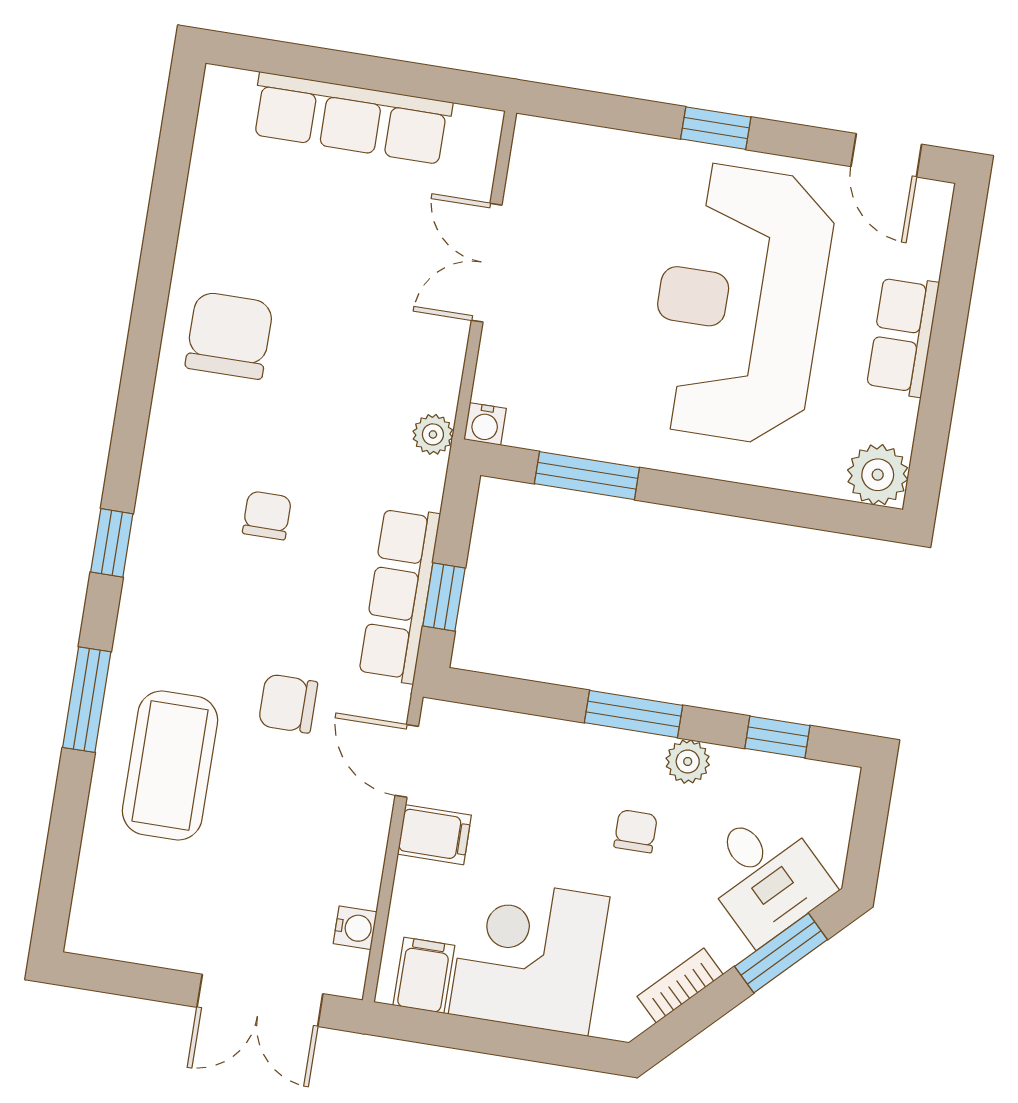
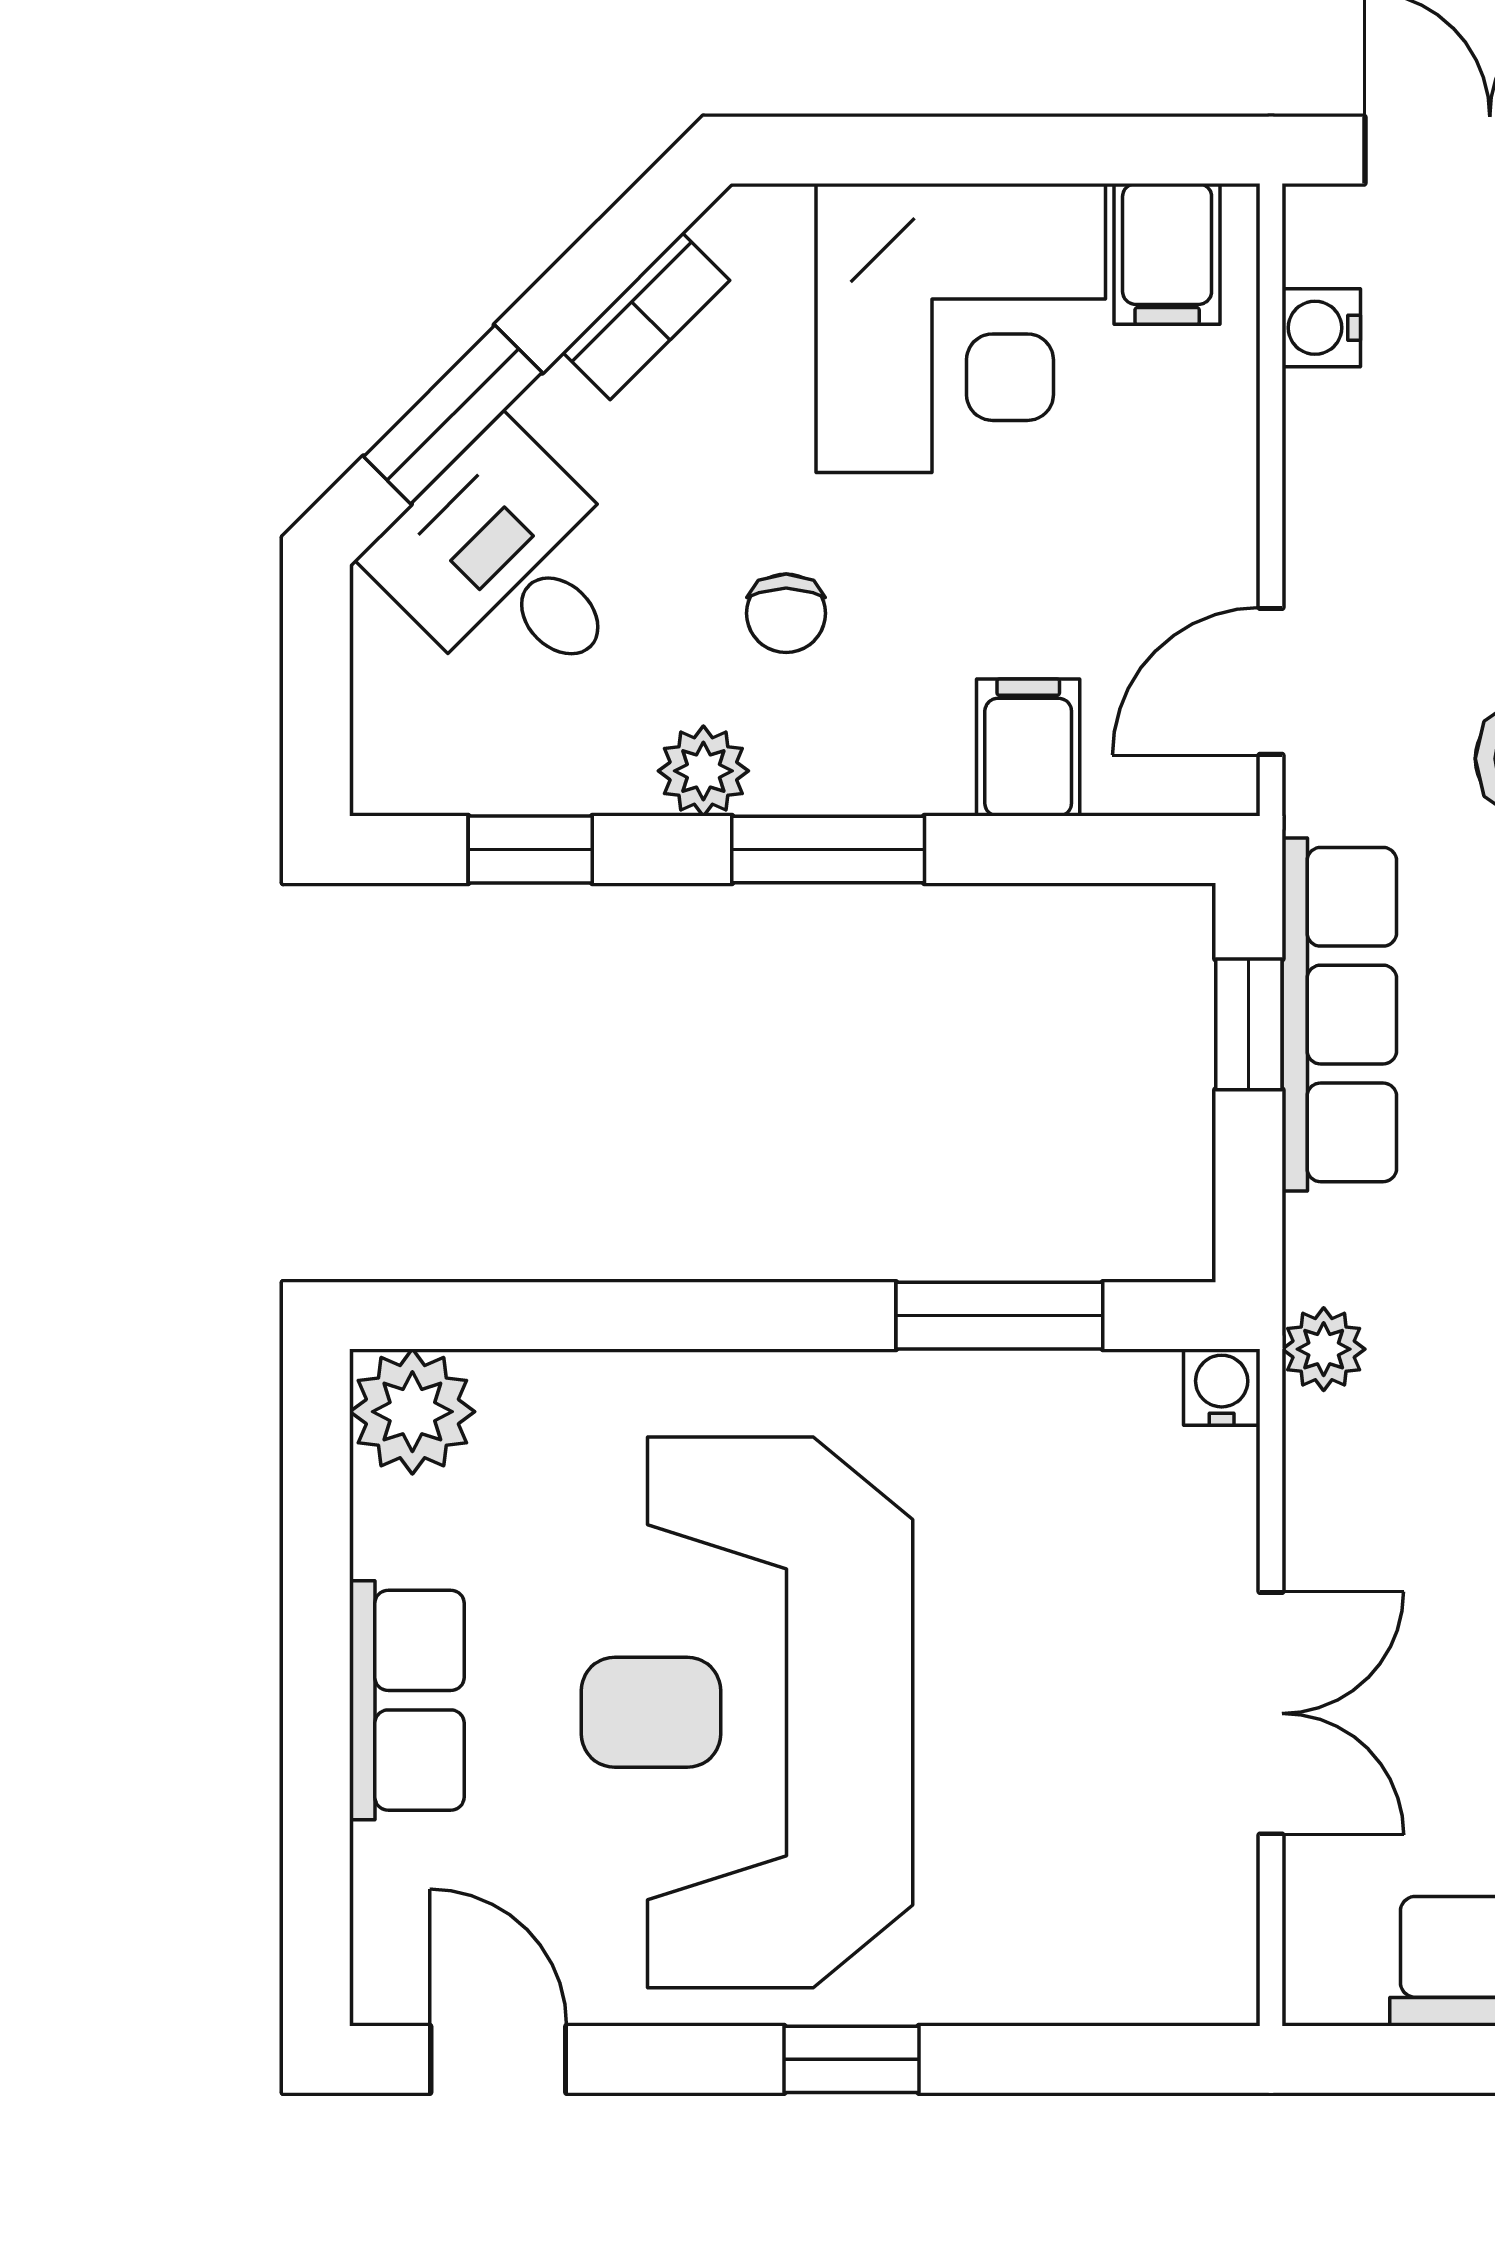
reception desk: (739, 304) -> (747, 1712), turned 180
door: (407, 761) -> (1271, 681), swing flipped
filing cabinet: (434, 835) -> (1028, 748), moved, turned 90

